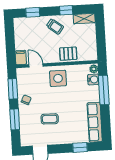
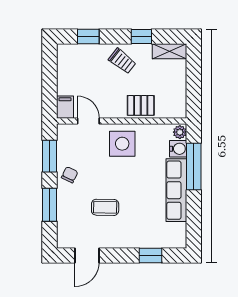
row of seats: (95, 122) -> (176, 190), moved

